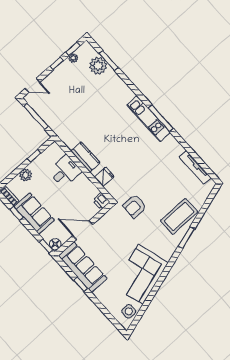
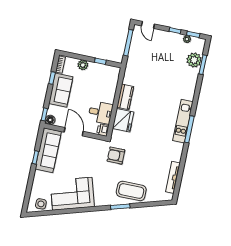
desk: (65, 171) -> (100, 112), moved
fridge: (104, 177) -> (123, 120), width x1.88, depth x1.34

